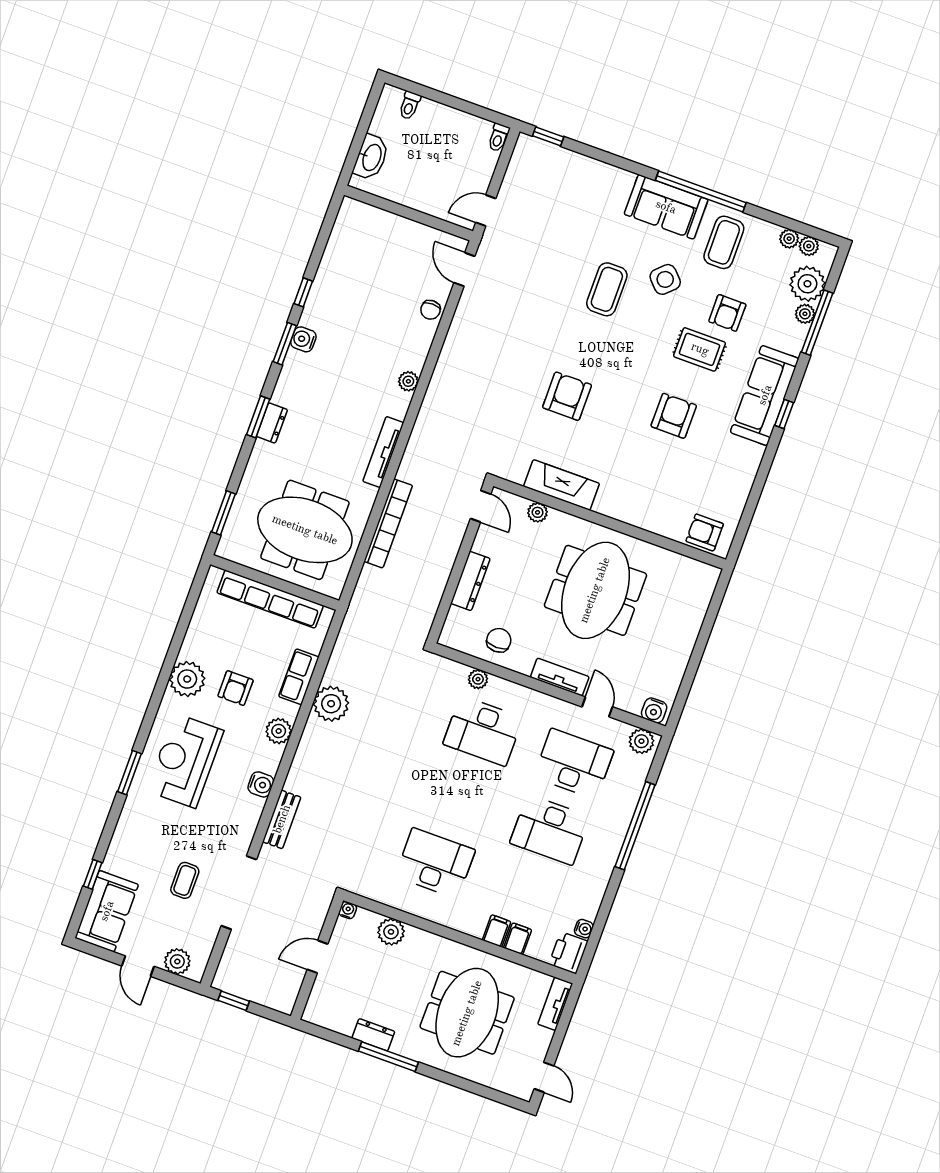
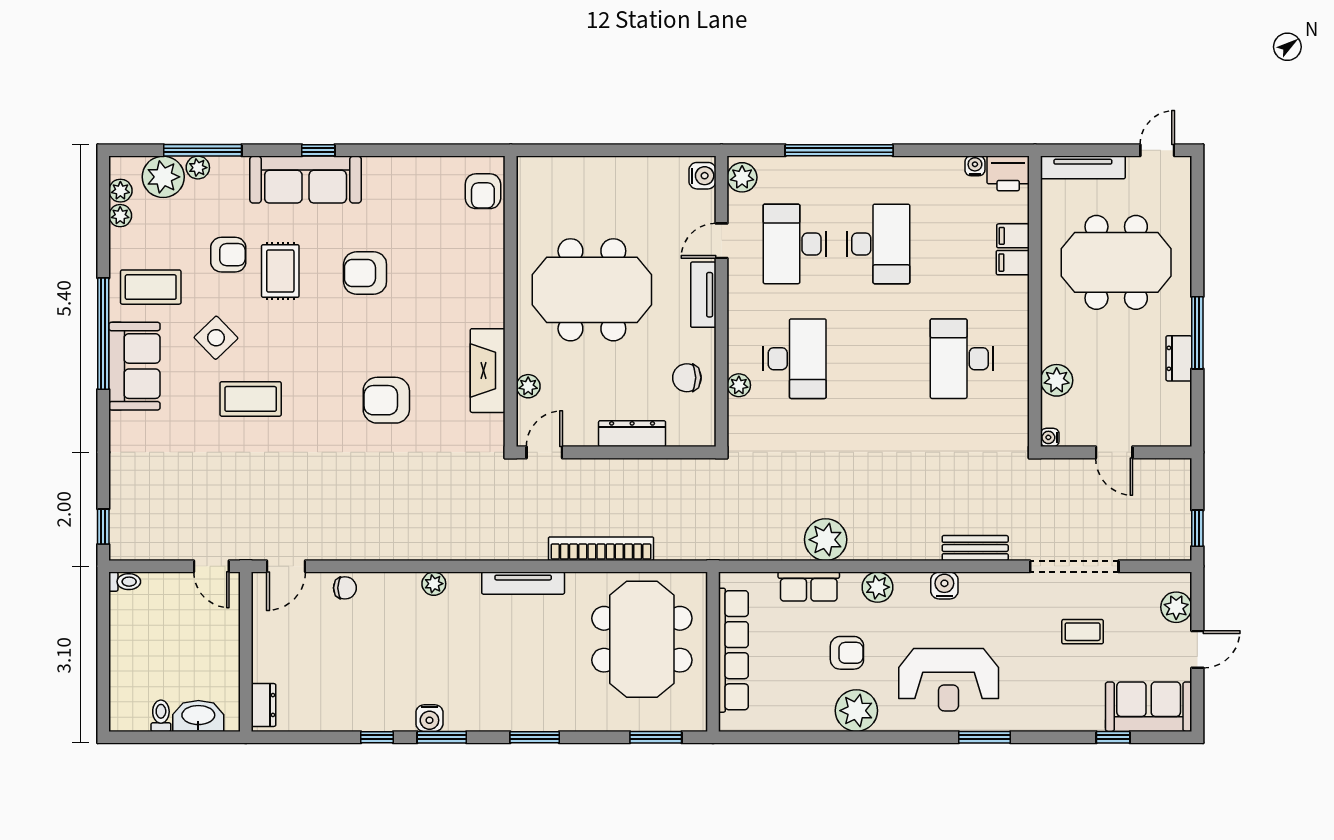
toilet: (410, 105) -> (161, 716), moved, turned -90
dresser: (272, 423) -> (264, 705), moved, turned 90
tv unit: (555, 1004) -> (1083, 167), width x1.41

